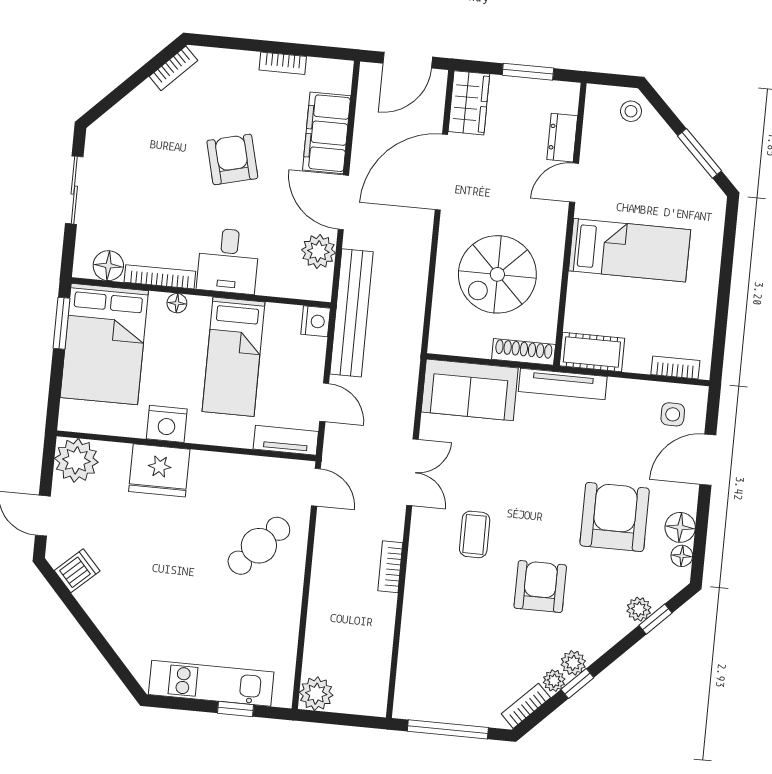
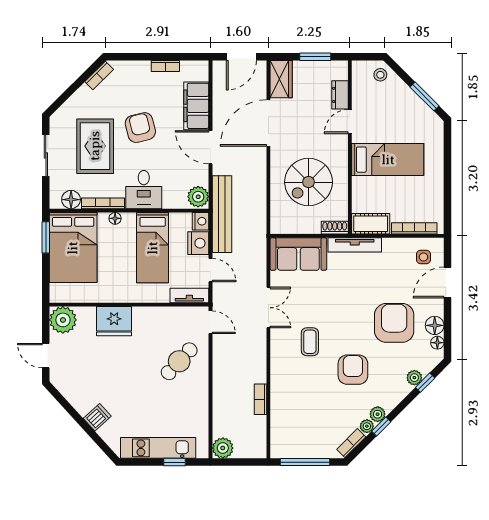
rug: (156, 183) -> (95, 146), added
plant: (318, 251) -> (198, 197), moved
shoe rack: (524, 352) -> (335, 228), width x0.70
bookcase: (675, 368) -> (414, 228), width x1.56
nightstand: (167, 424) -> (198, 243), moved, turned -90
bookcase: (390, 567) -> (260, 399), moved
dishwasher: (77, 571) -> (97, 417), moved

